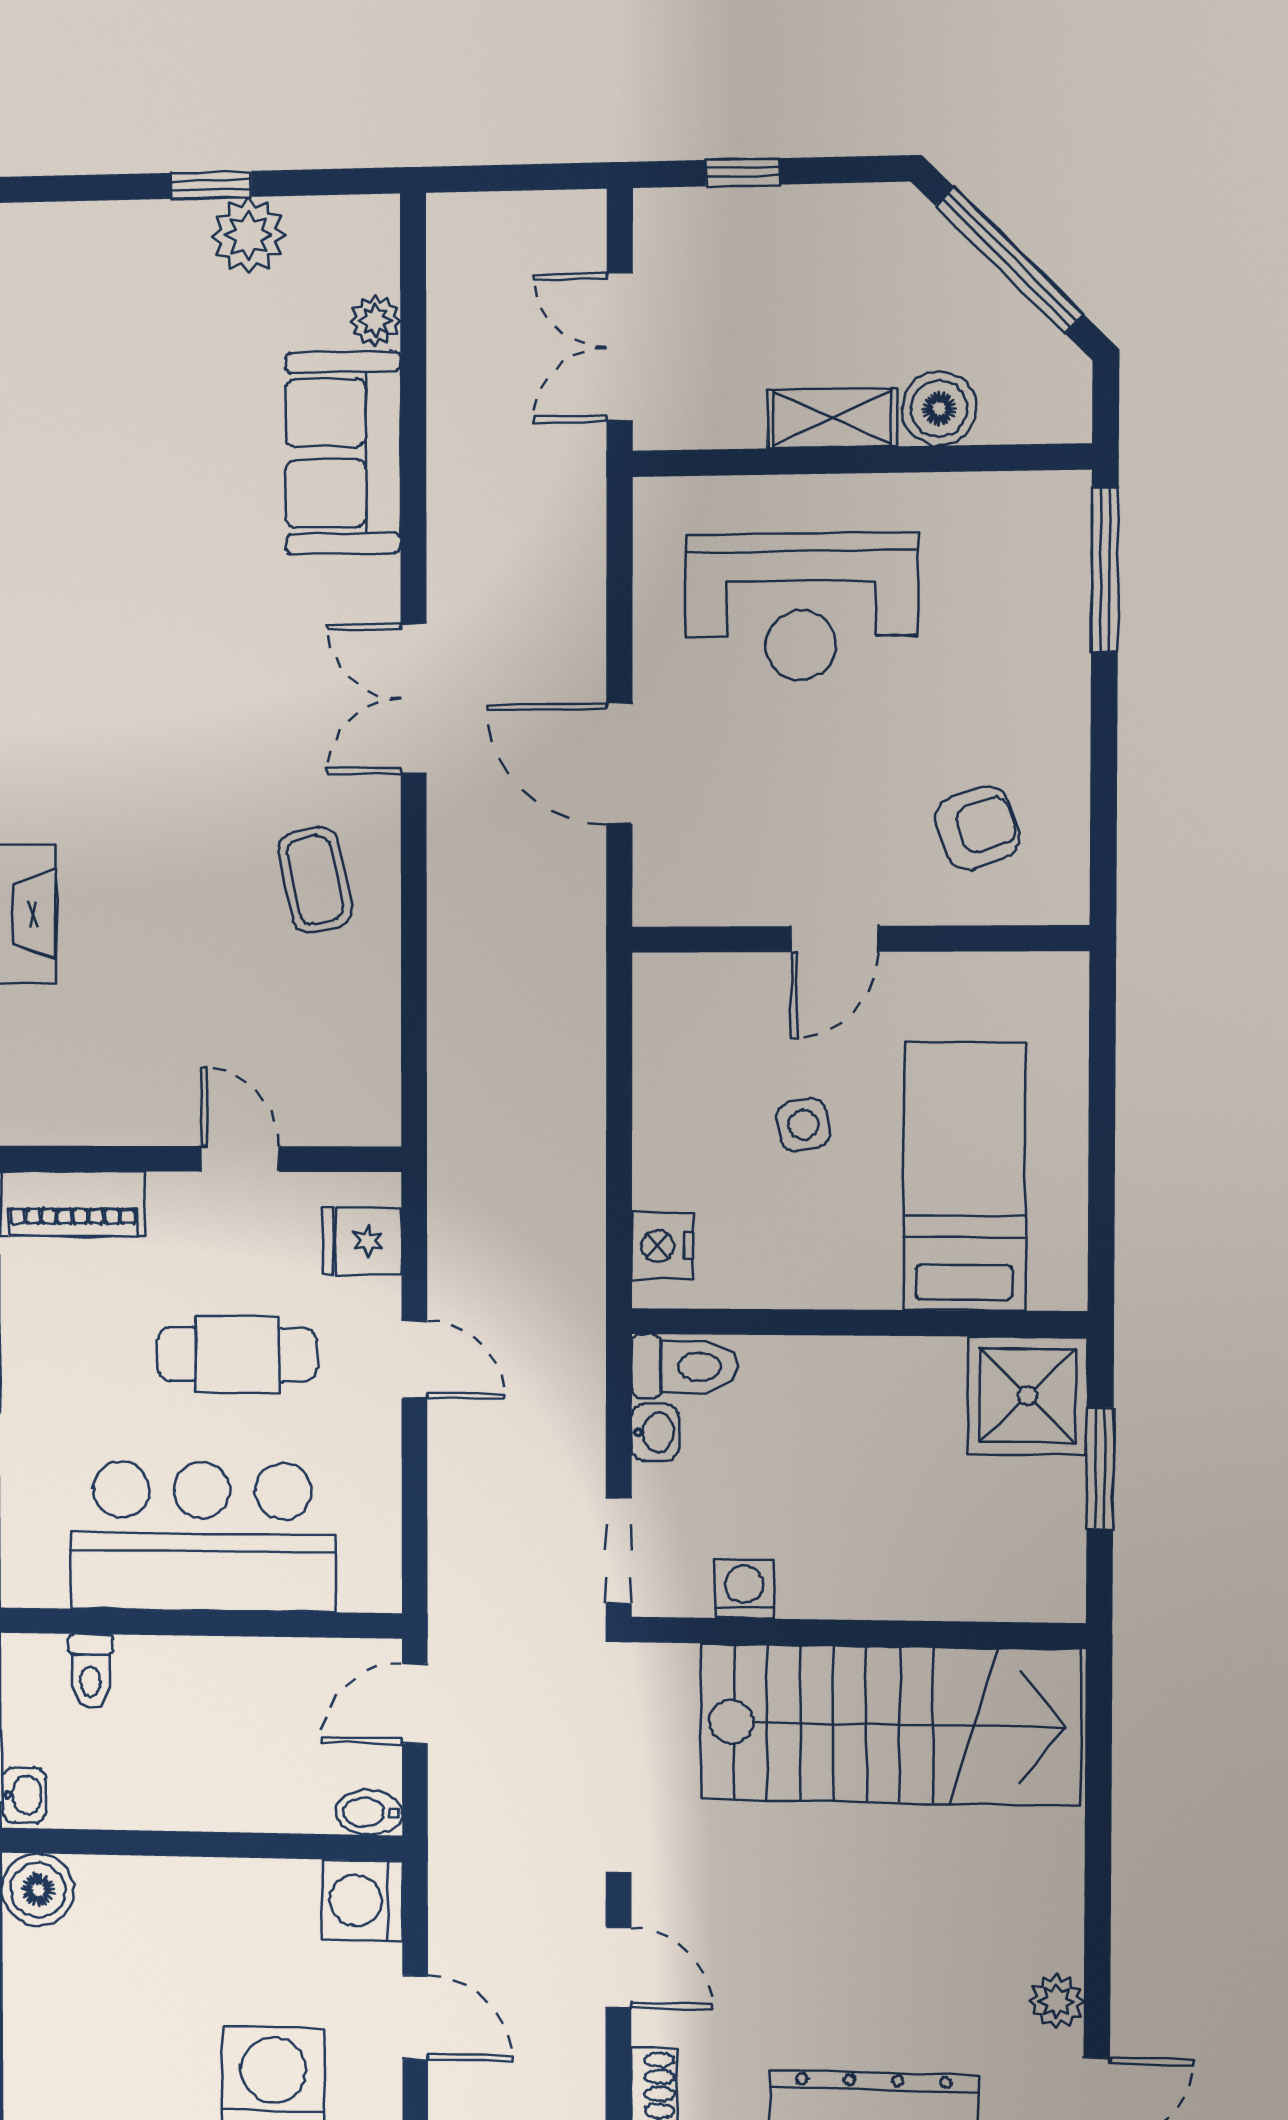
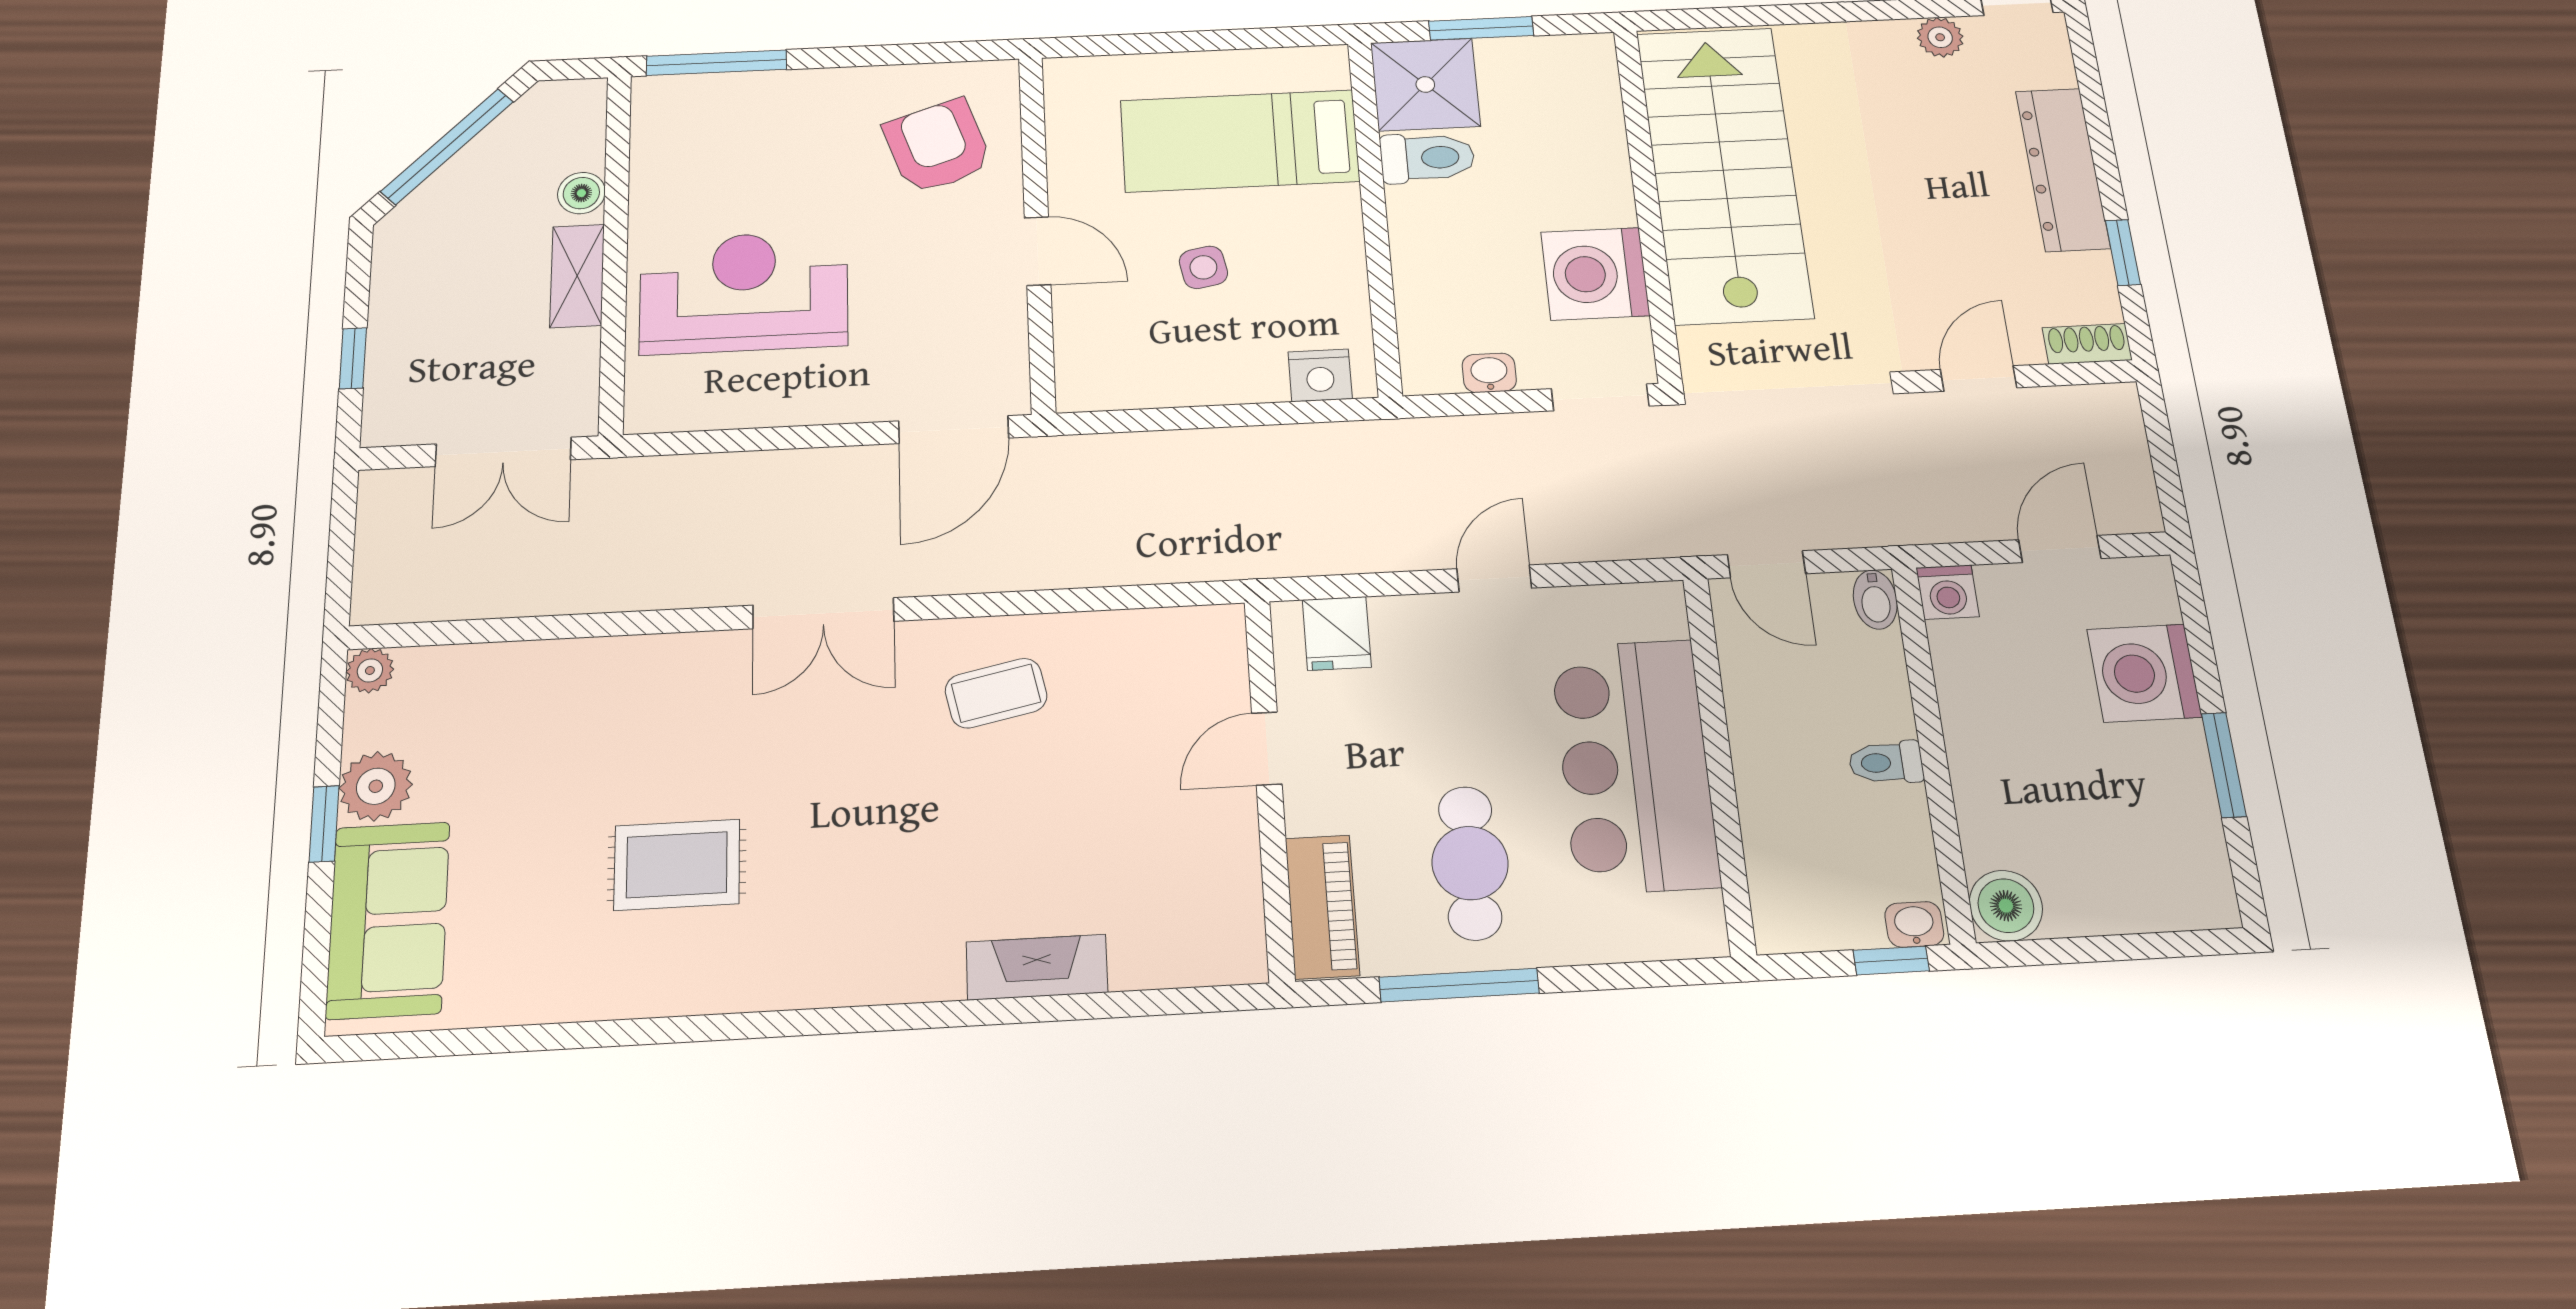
plant: (375, 321) -> (370, 670), moved
boiler: (939, 409) -> (581, 193), width x0.73, depth x0.73
sofa: (343, 453) -> (388, 920), moved, turned -90
rug: (150, 550) -> (677, 865), added
reception desk: (801, 607) -> (744, 292), turned -90
door: (619, 764) -> (954, 430), moved
armchair: (977, 828) -> (938, 146), width x1.38, depth x1.38
cafe table: (237, 1354) -> (1470, 863), moved
door: (414, 1360) -> (1494, 578), moved
toilet: (685, 1367) -> (1427, 158), moved, turned 90
washing machine: (744, 1589) -> (1595, 274), width x1.89, depth x1.89
toilet: (90, 1671) -> (1886, 762), moved, turned 180
washing machine: (362, 1901) -> (1948, 592), width x0.73, depth x0.73

